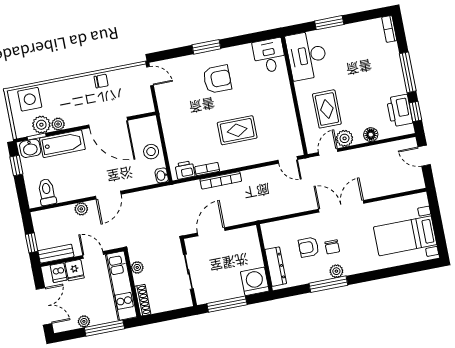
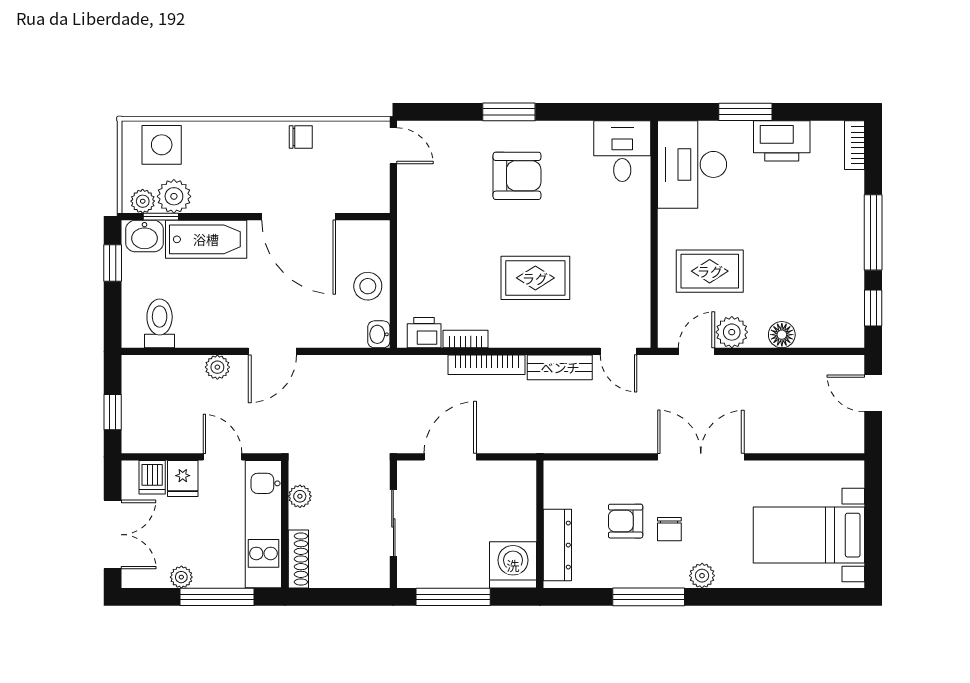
rug: (327, 109) -> (710, 271), turned 90
printer: (400, 111) -> (782, 141), moved, turned -90
plant: (58, 124) -> (143, 201), moved
bench: (56, 254) -> (560, 367), moved
plant: (336, 271) -> (702, 576), moved

